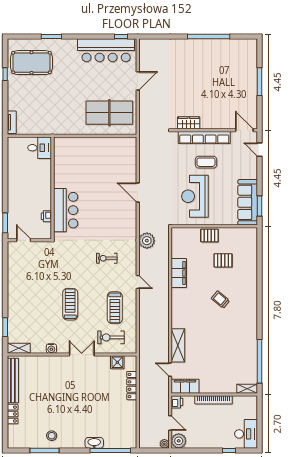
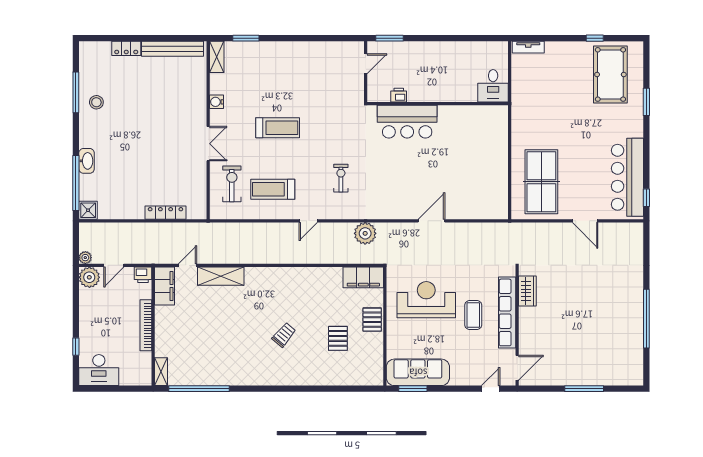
filing cabinet: (179, 273) -> (363, 277), moved
shower: (117, 362) -> (88, 210), moved

